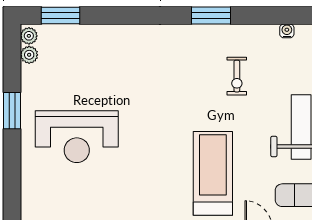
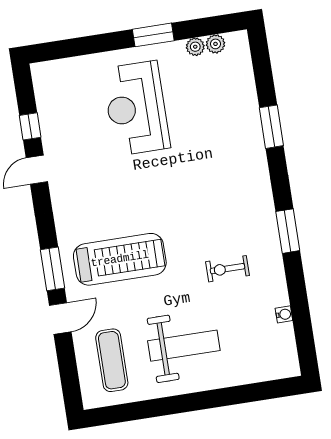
window: (60, 15) -> (271, 127), moved
plant: (29, 36) -> (195, 47), moved

